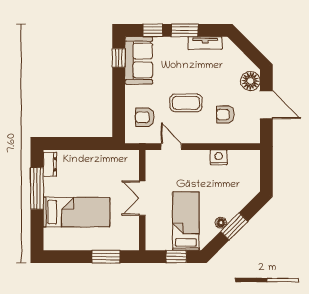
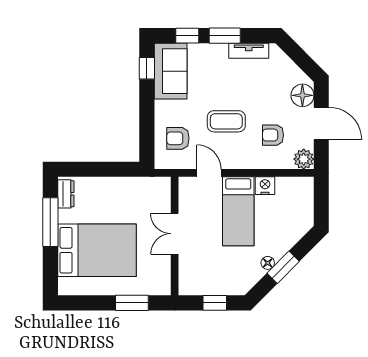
plant: (251, 135) -> (304, 159), added
bed: (76, 212) -> (97, 250), width x1.50
bed: (186, 221) -> (238, 211), moved, turned 180

